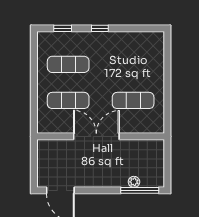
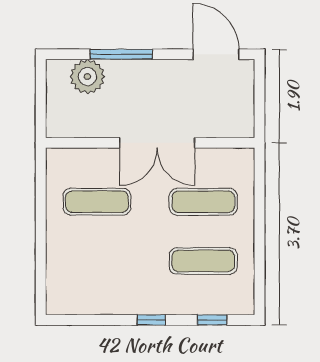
plant: (134, 182) -> (87, 77), width x1.88, depth x1.88
window: (140, 190) -> (121, 54), moved

